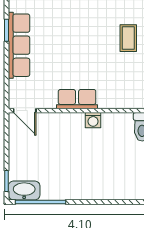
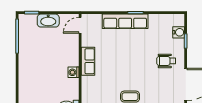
washbasin: (24, 190) -> (48, 21), moved, turned 90

